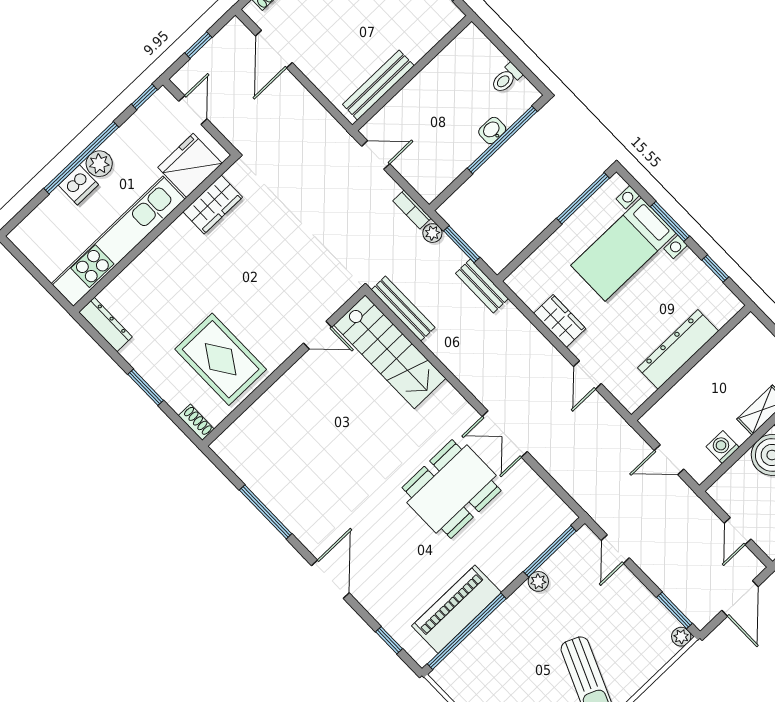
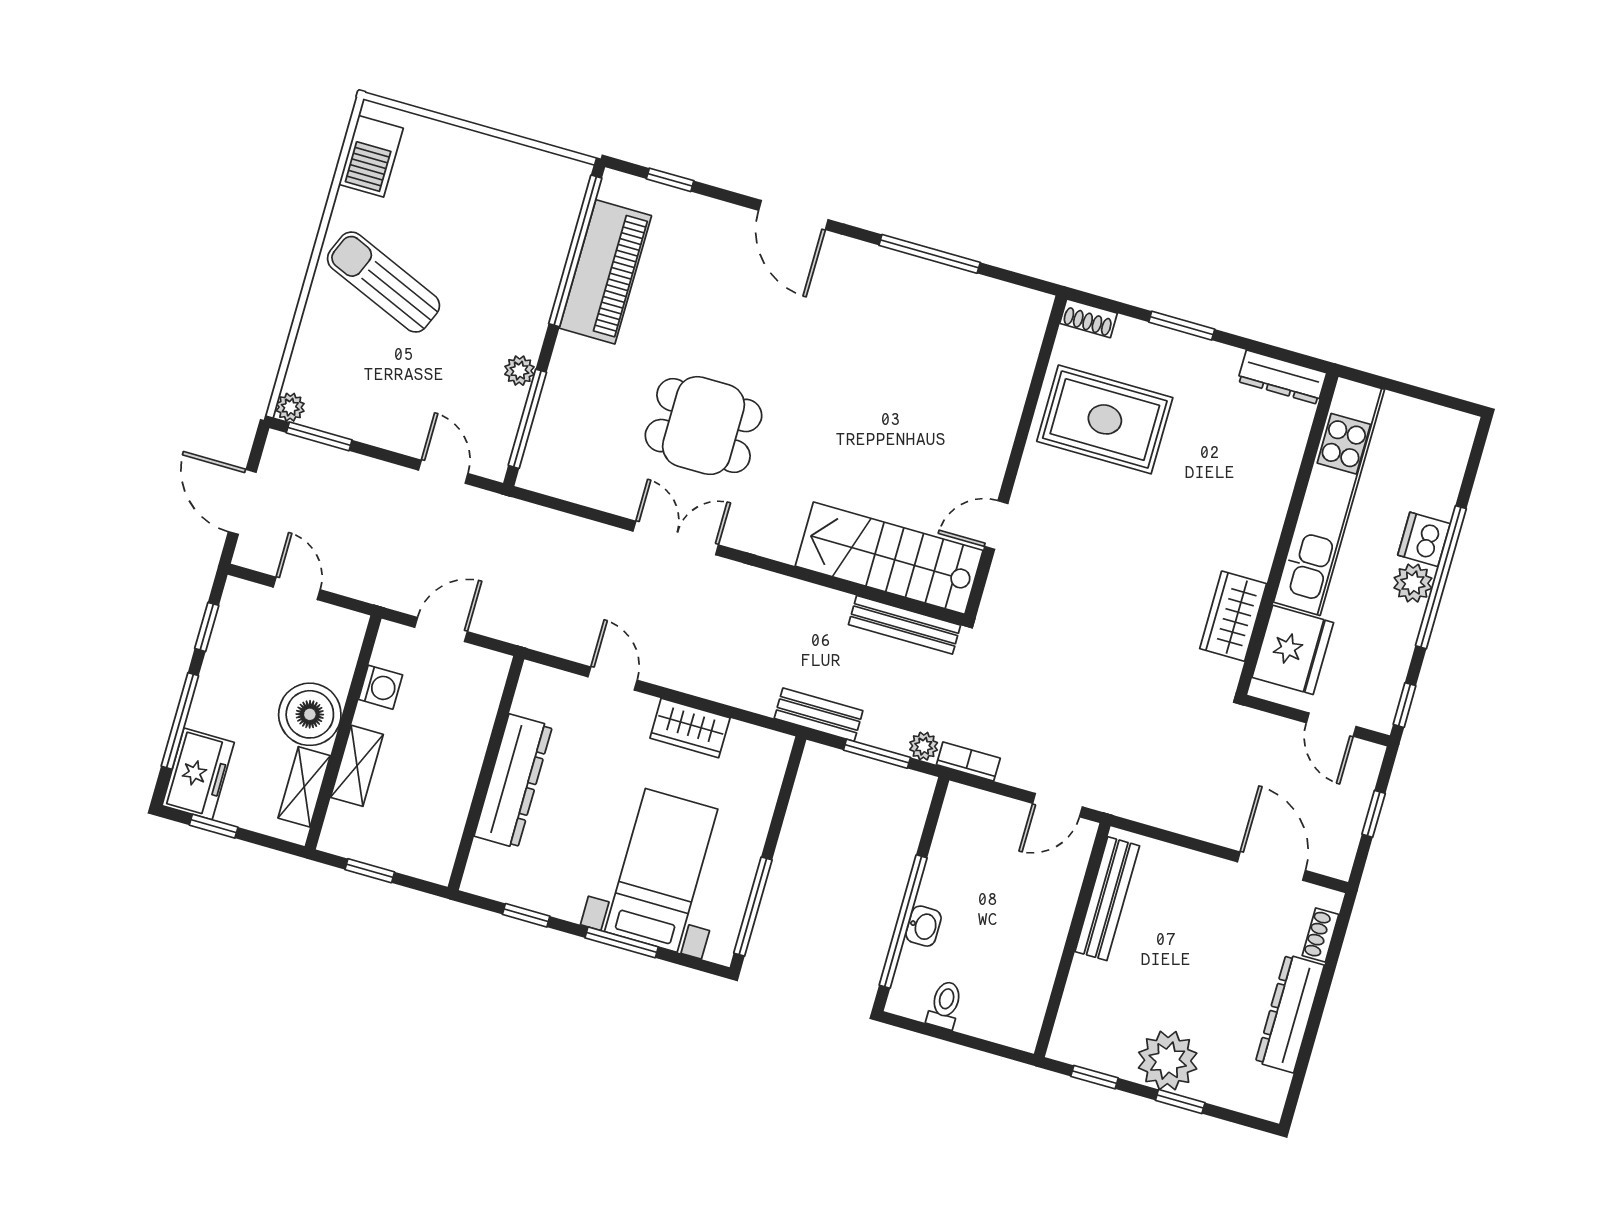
dining table: (452, 489) -> (704, 426), width x0.73

